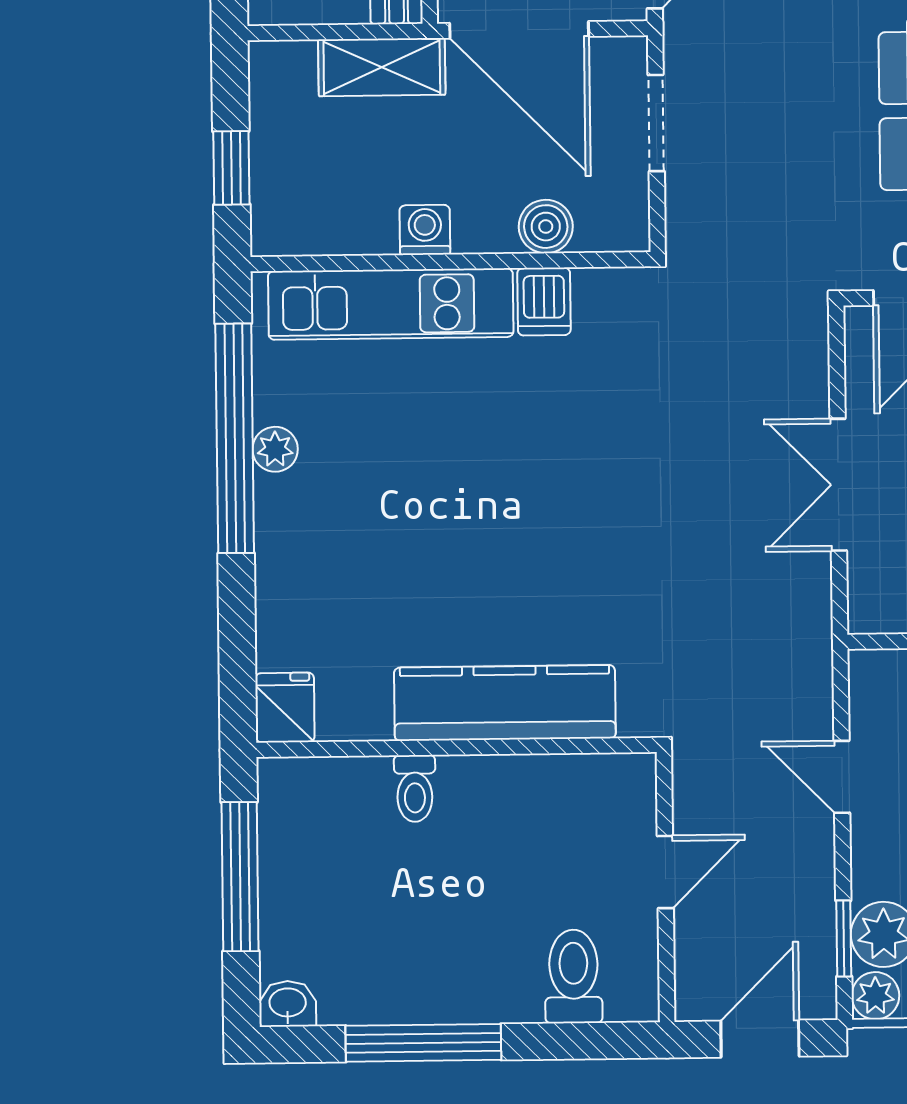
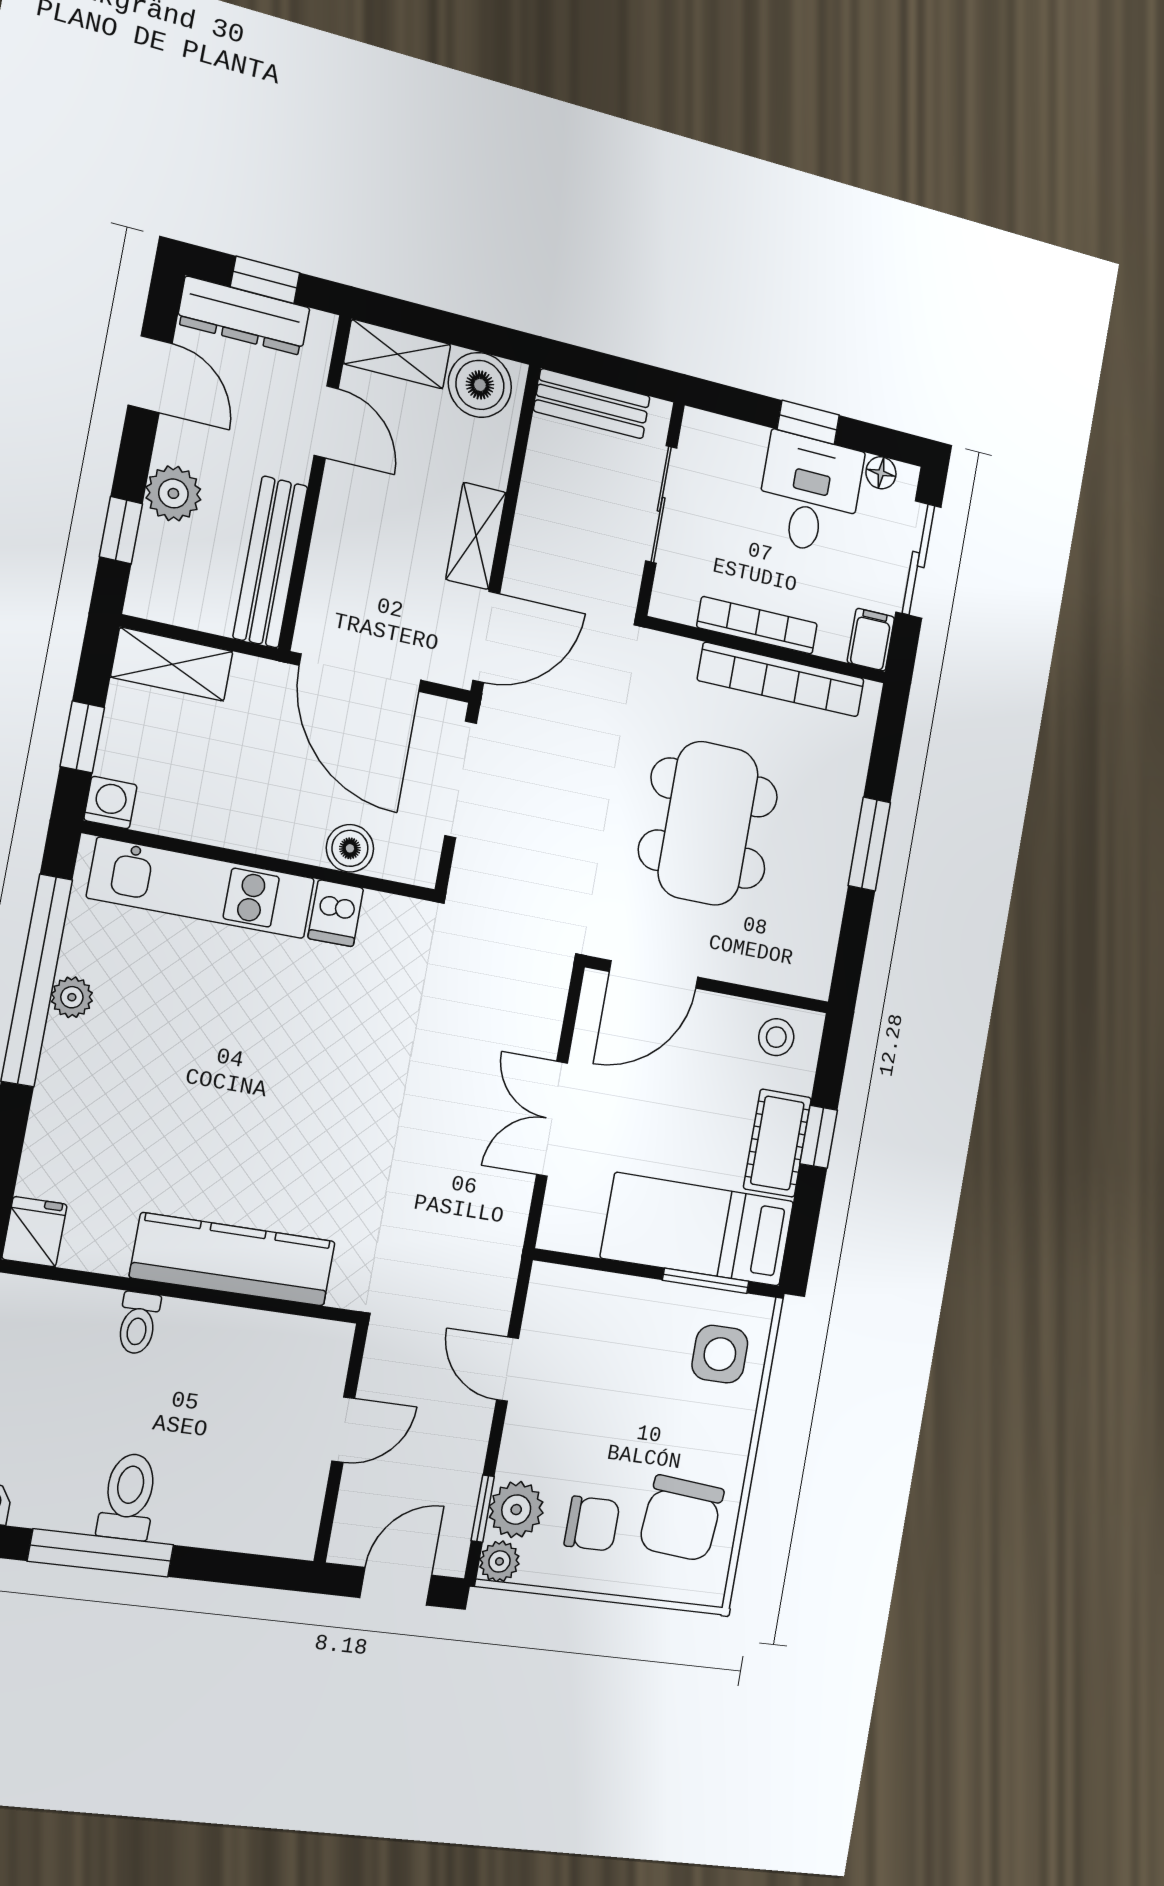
shelving: (382, 67) -> (172, 664), moved
doorway: (656, 123) -> (461, 779), width x1.38
washing machine: (425, 230) -> (110, 803), moved
toilet: (574, 976) -> (128, 1497), moved

